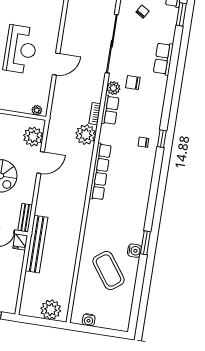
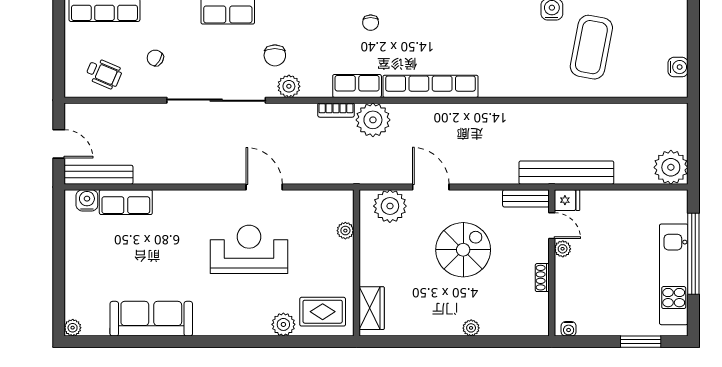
plant: (37, 110) -> (345, 231), moved
row of seats: (110, 110) -> (357, 86), moved
coffee table: (108, 270) -> (591, 47), turned -43
plant: (51, 310) -> (671, 167), moved

